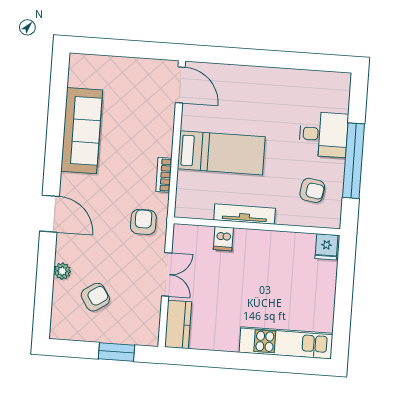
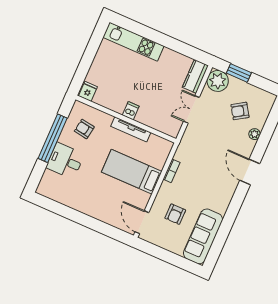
sofa: (82, 131) -> (203, 236), moved
armchair: (143, 222) -> (175, 214), moved
dishwasher: (223, 239) -> (131, 111), moved
plant: (143, 329) -> (218, 81), added

